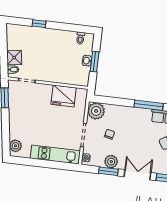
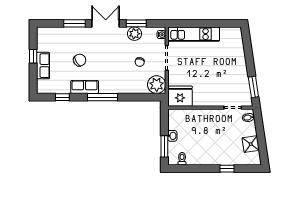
shower: (14, 57) -> (251, 144), moved
window: (95, 62) -> (164, 146), moved
fridge: (64, 96) -> (180, 96), moved
plant: (15, 146) -> (236, 38), removed
double door: (137, 175) -> (106, 23), swing flipped

